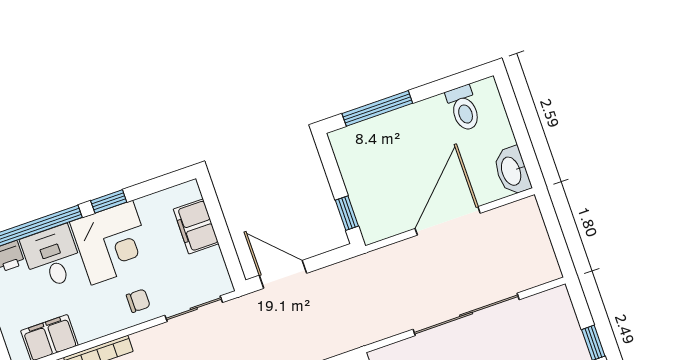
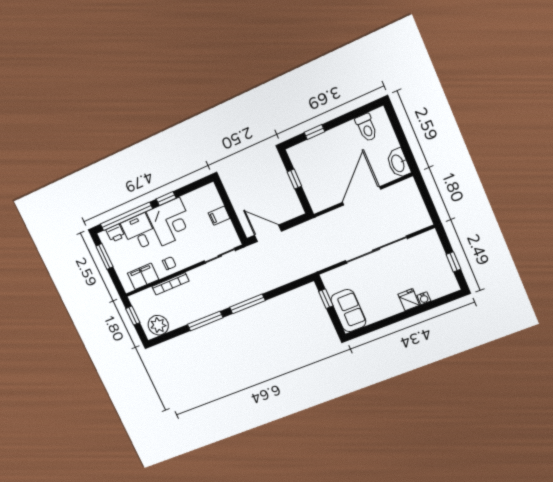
window: (377, 108) -> (314, 132), width x0.46
window: (347, 213) -> (294, 179), moved
filing cabinet: (196, 226) -> (219, 216), width x0.50
chair: (138, 301) -> (169, 263), moved

